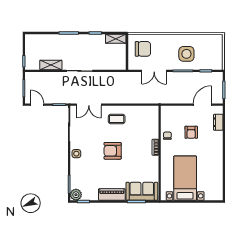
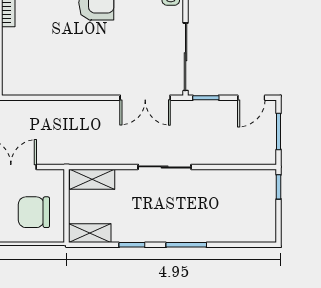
shelving: (51, 65) -> (92, 179), moved
door: (37, 105) -> (251, 98), hinge flipped
double door: (89, 105) -> (145, 98), swing flipped
coffee table: (117, 119) -> (88, 68), removed

